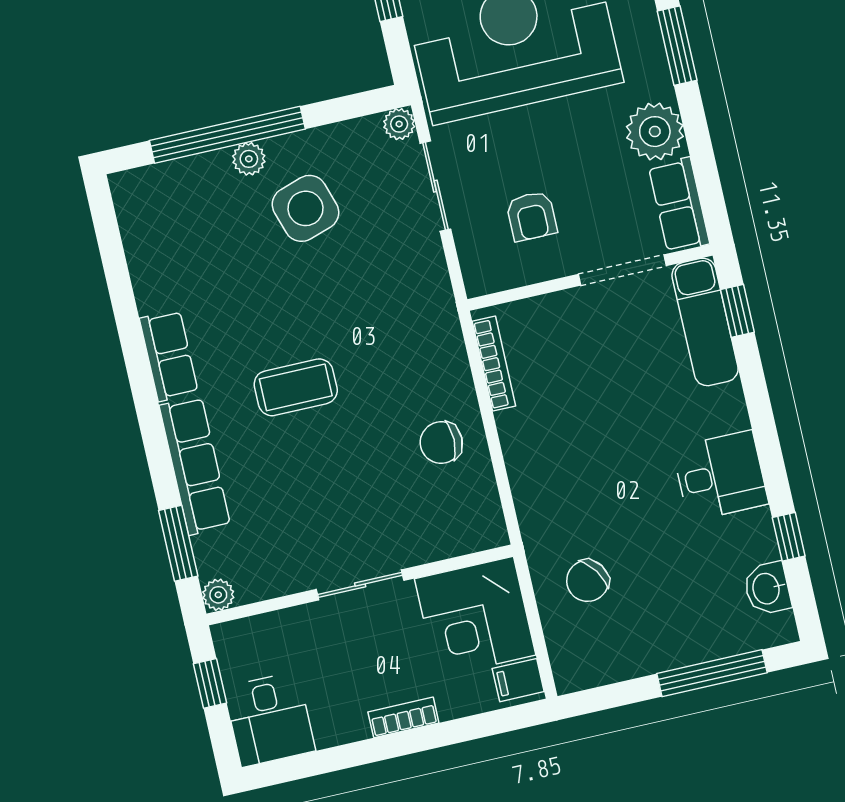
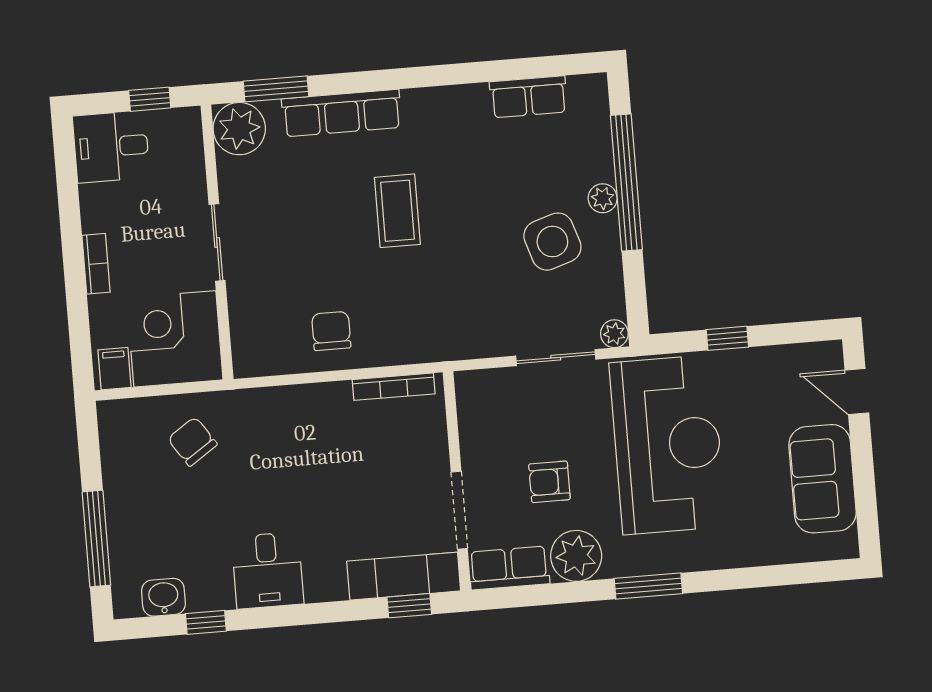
armchair: (532, 216) -> (549, 482), moved
row of seats: (169, 355) -> (528, 97), moved
plant: (218, 595) -> (239, 129), width x1.87, depth x1.87

